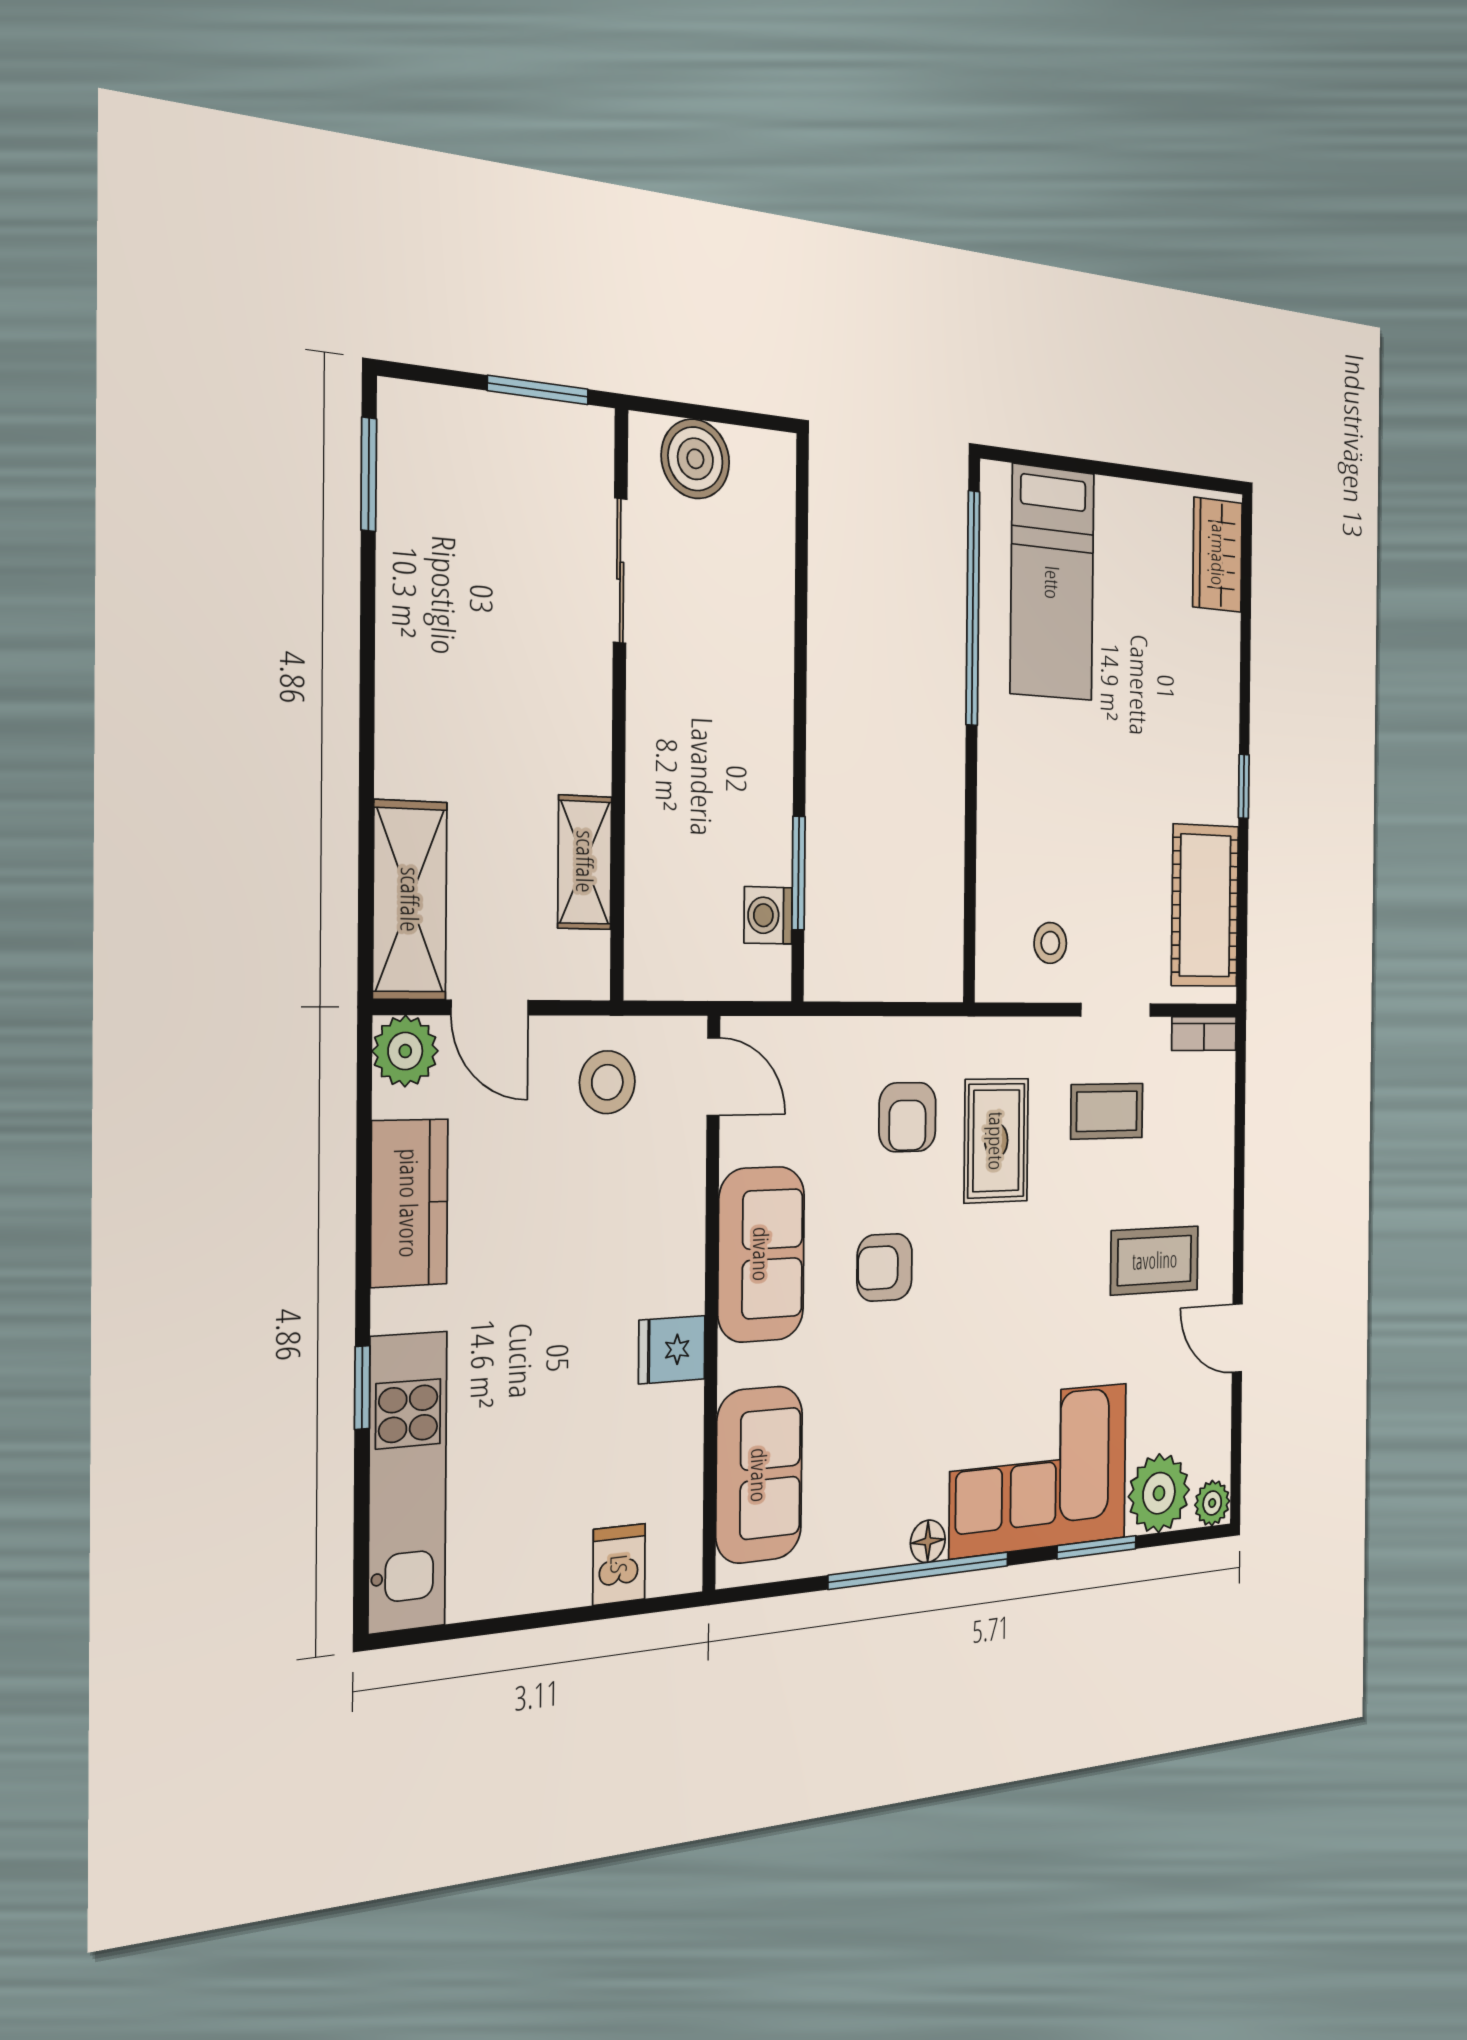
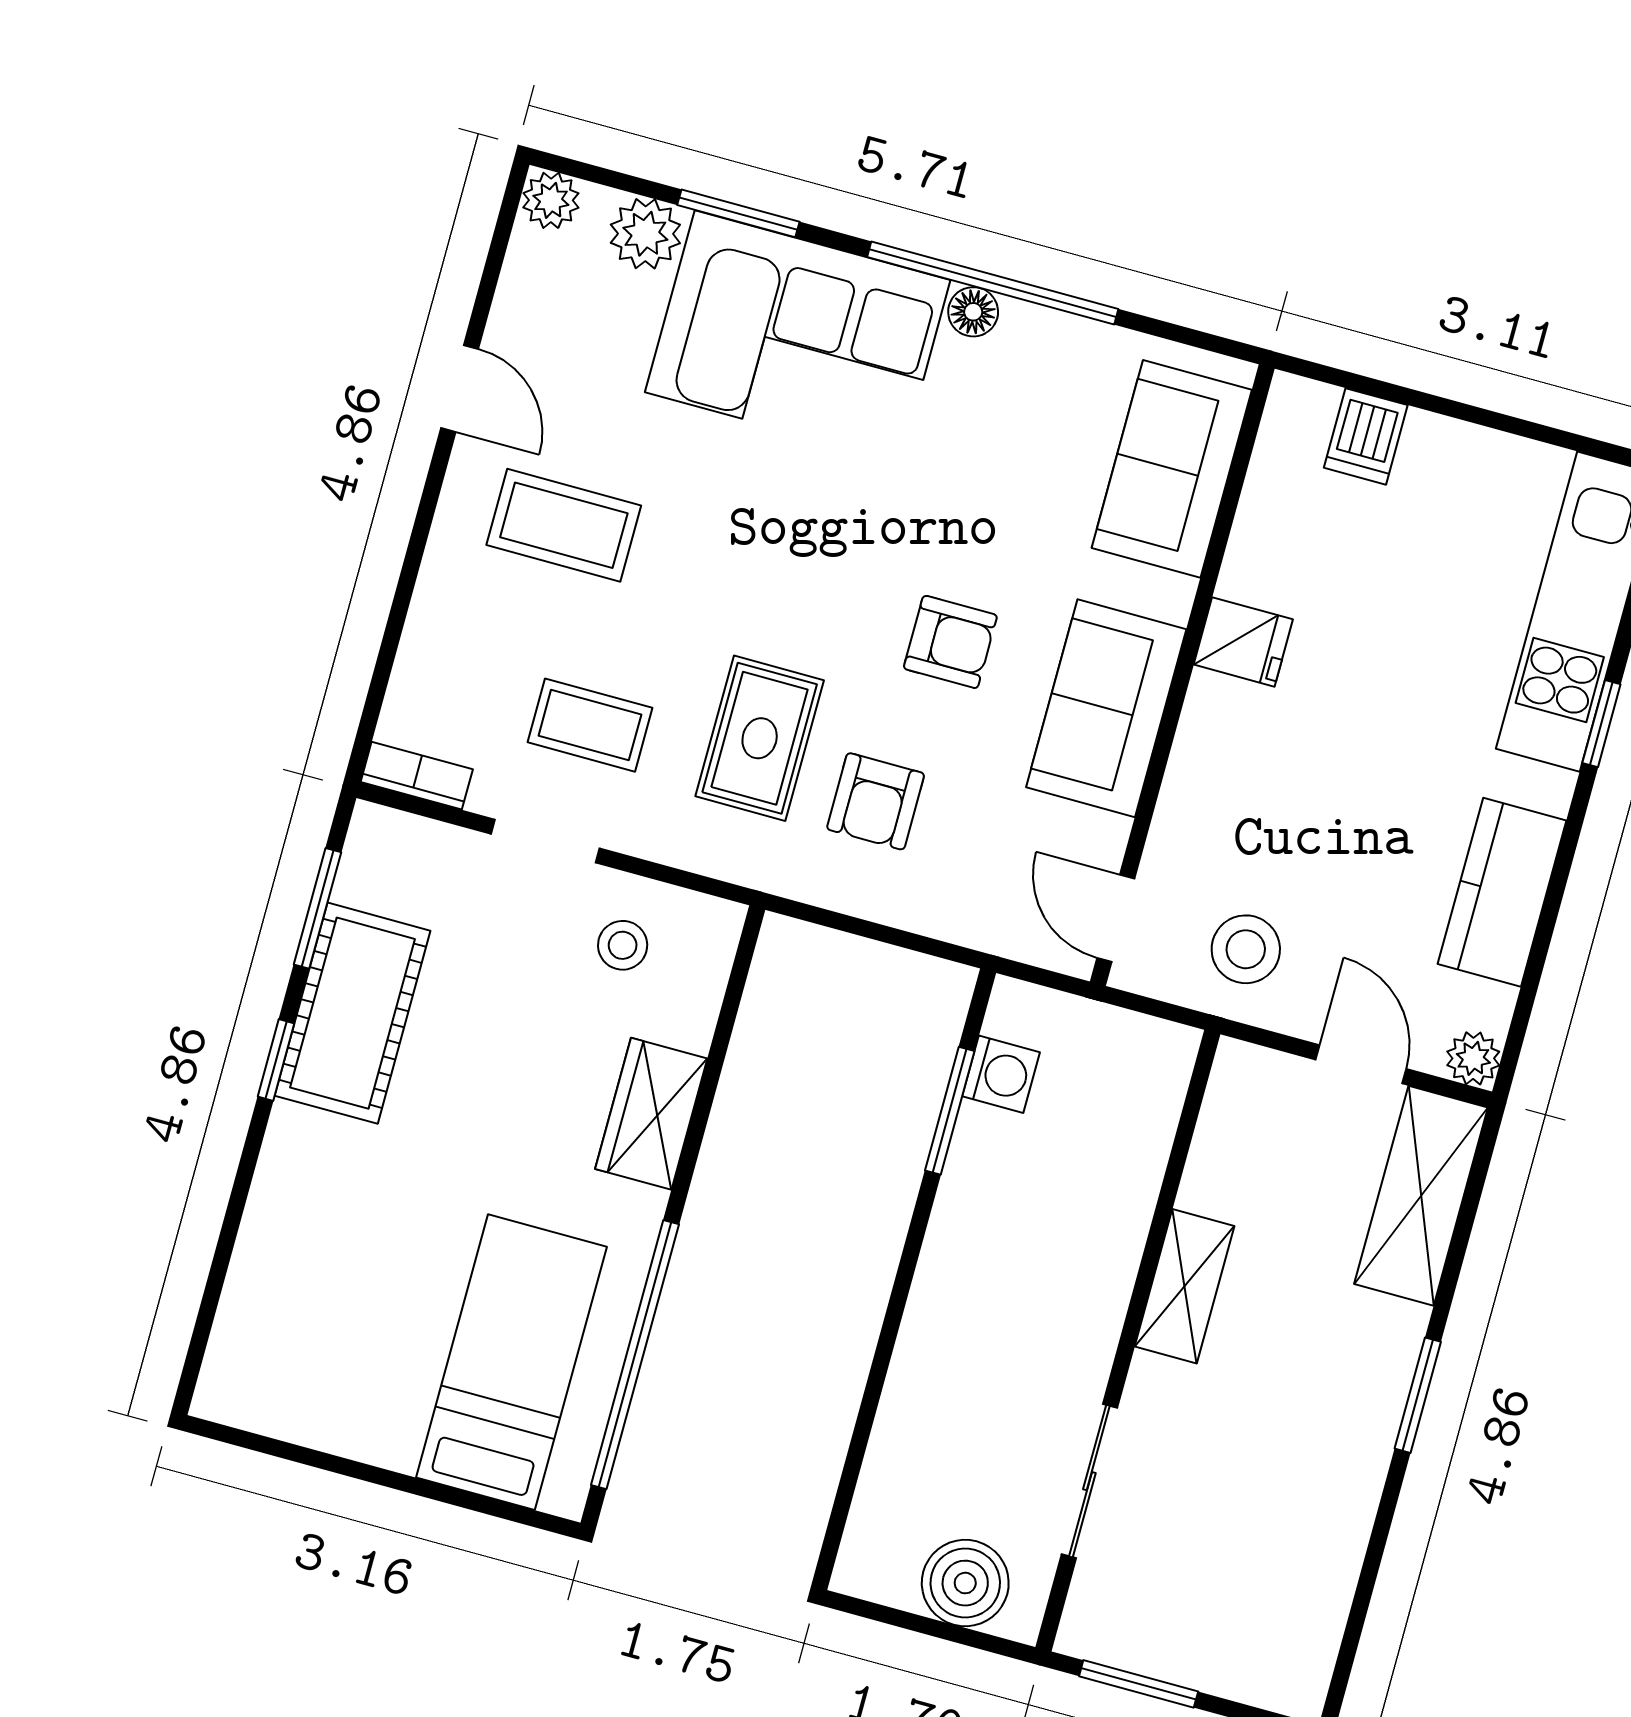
window: (369, 474) -> (1418, 1395), moved
wardrobe: (1218, 555) -> (651, 1114), moved, turned 180
shelving: (585, 862) -> (1185, 1286), moved
cot: (1205, 906) -> (353, 1013), moved
window: (1242, 911) -> (317, 908), added
plant: (405, 1051) -> (1473, 1058), width x0.73, depth x0.73
armchair: (907, 1117) -> (876, 801), turned 180
plant: (1159, 1493) -> (645, 234), width x0.73, depth x0.73

